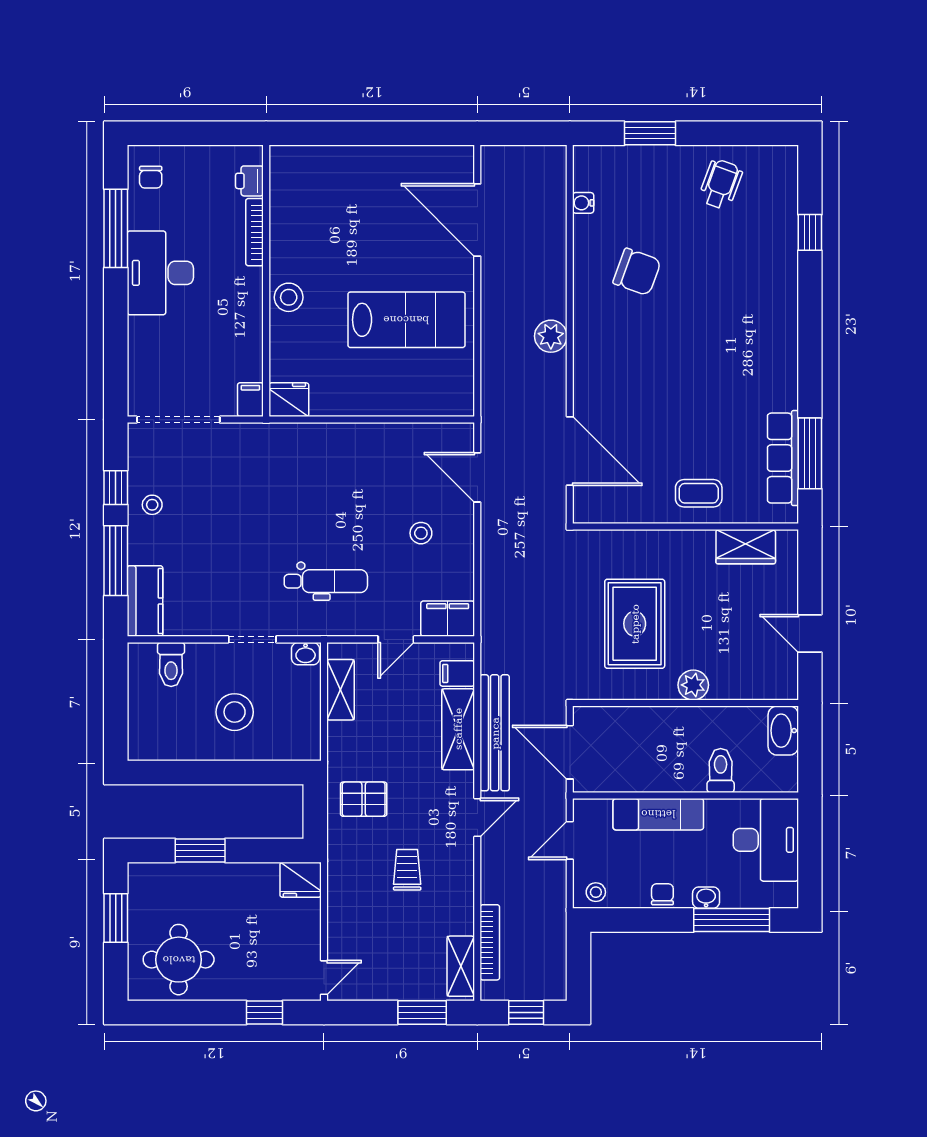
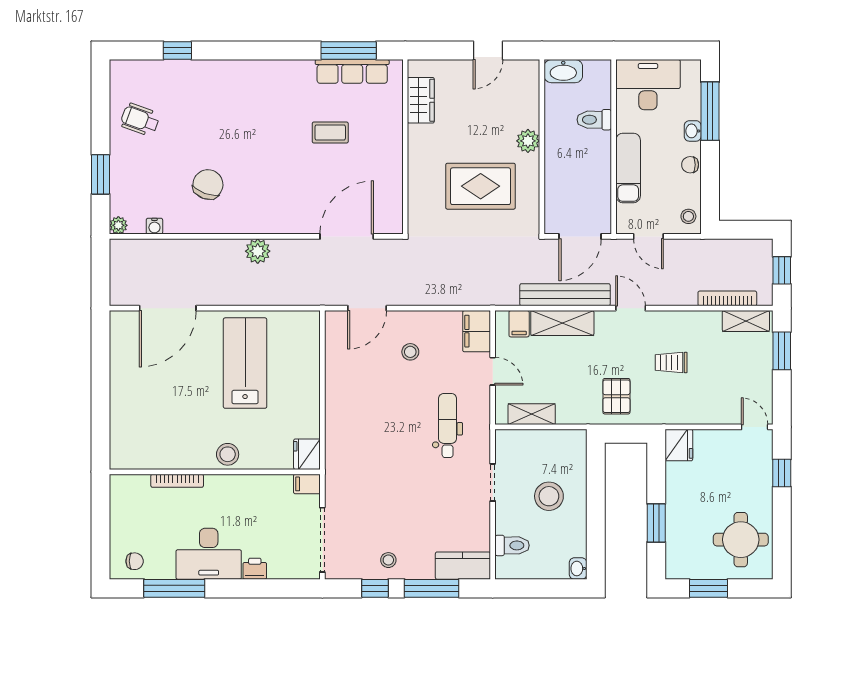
plant: (584, 156) -> (118, 225), added
printer: (249, 181) -> (255, 569), moved, turned 180
coffee table: (699, 493) -> (330, 132), moved, turned 90
washbasin: (306, 654) -> (578, 569), moved, turned 180

